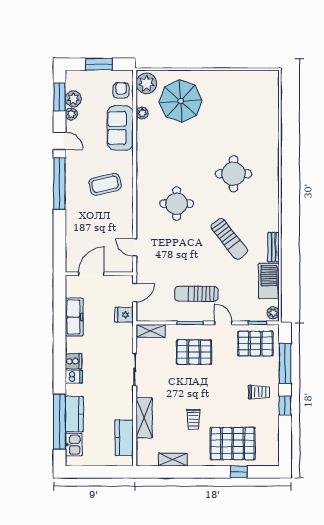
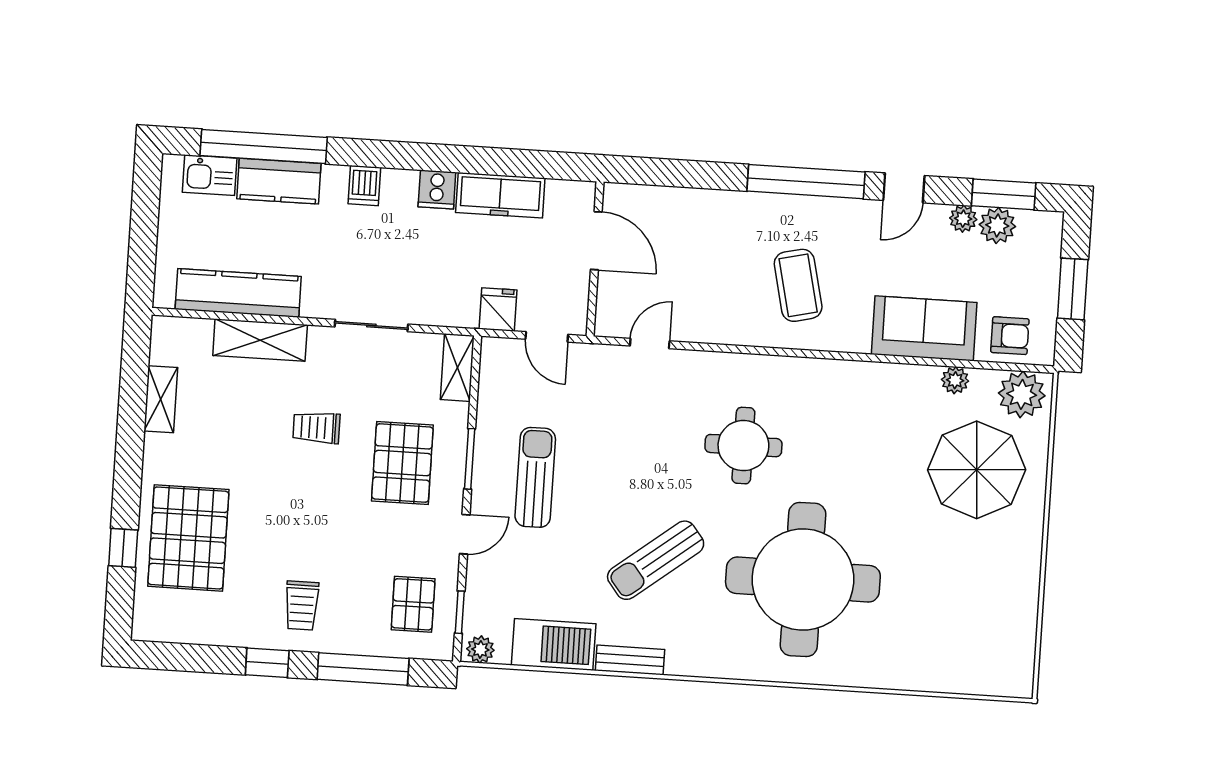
round table: (233, 174) -> (803, 580), width x1.86, depth x1.86
pallet: (255, 344) -> (413, 604), width x0.67, depth x0.71
cooker: (73, 361) -> (437, 190), moved
trolley: (193, 419) -> (316, 428), moved
kitchen counter: (124, 438) -> (238, 293), width x1.50

